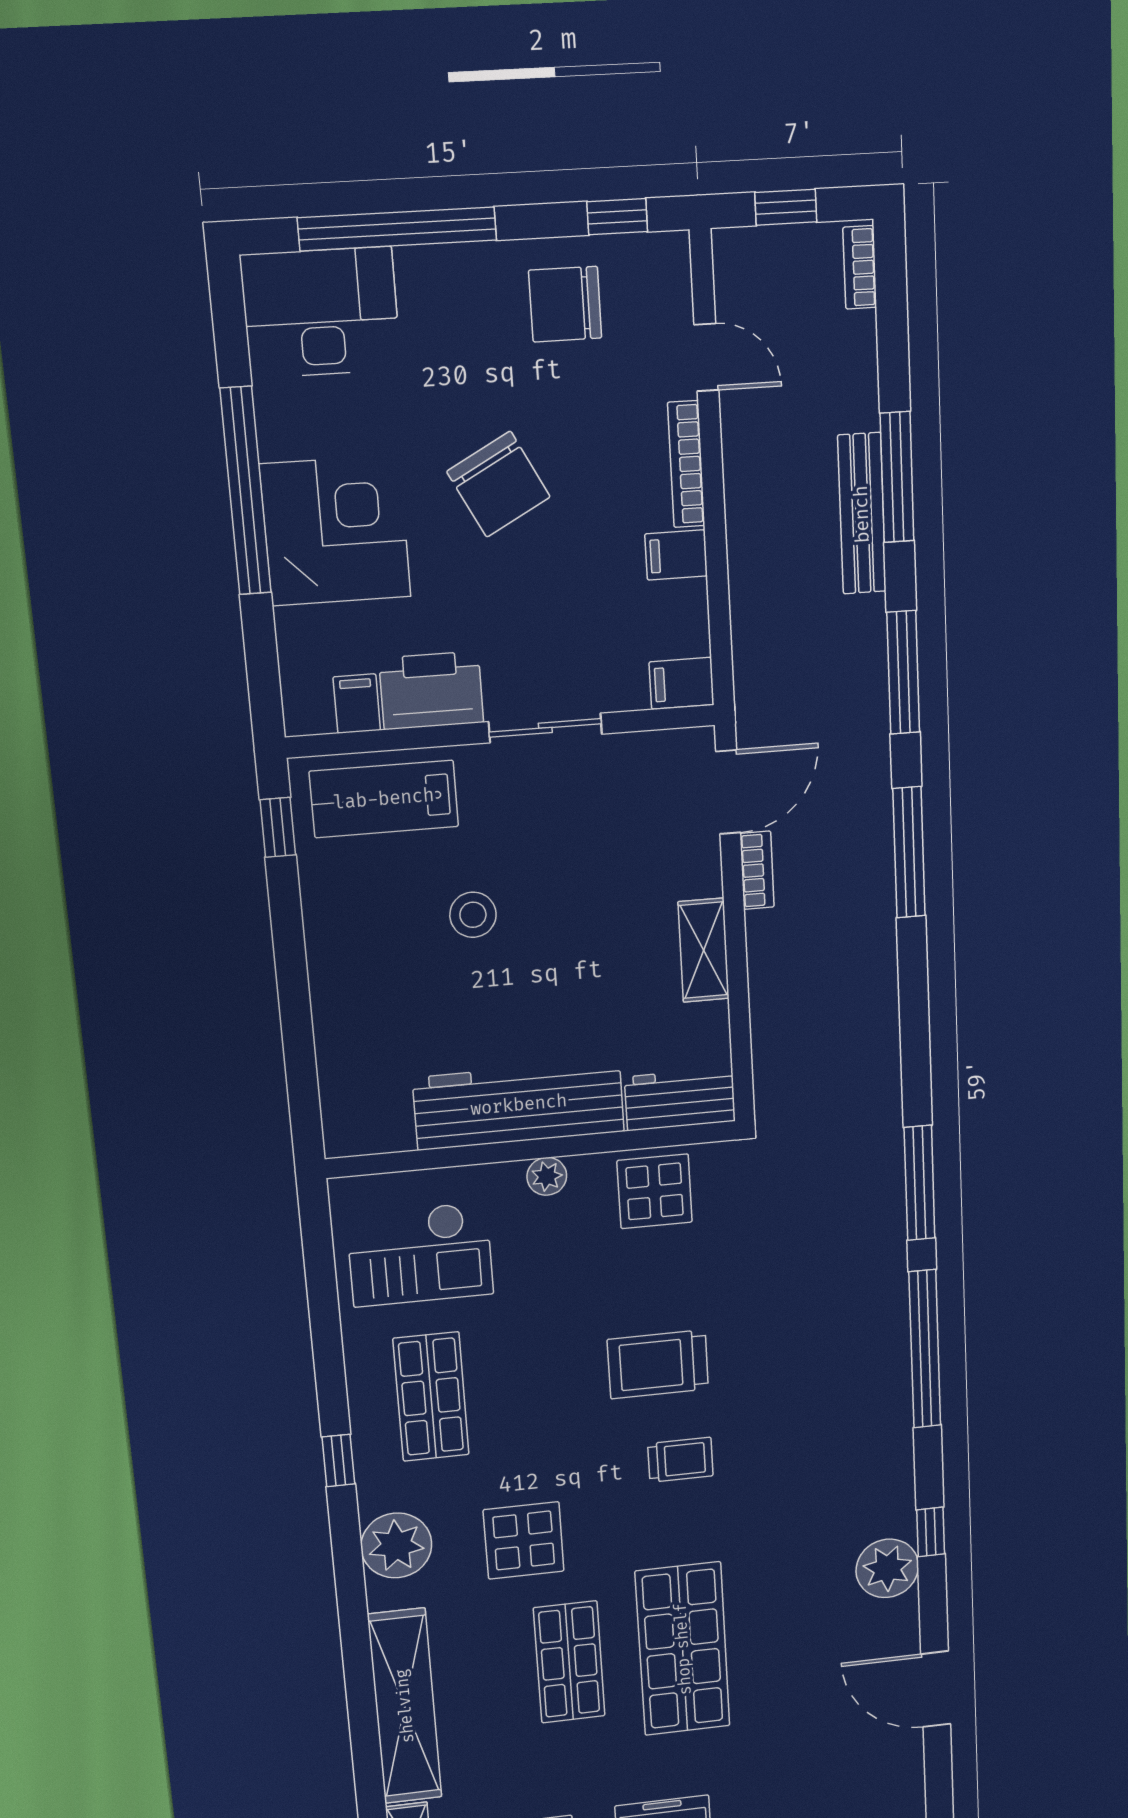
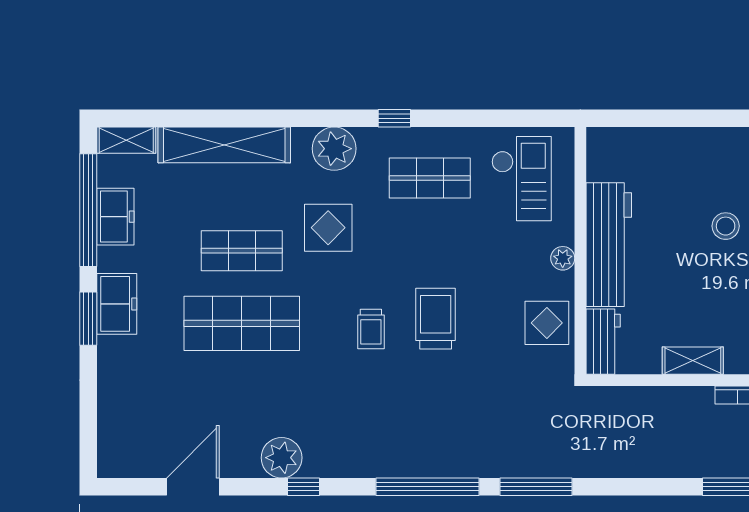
checkout: (420, 1254) -> (521, 179), turned 180

